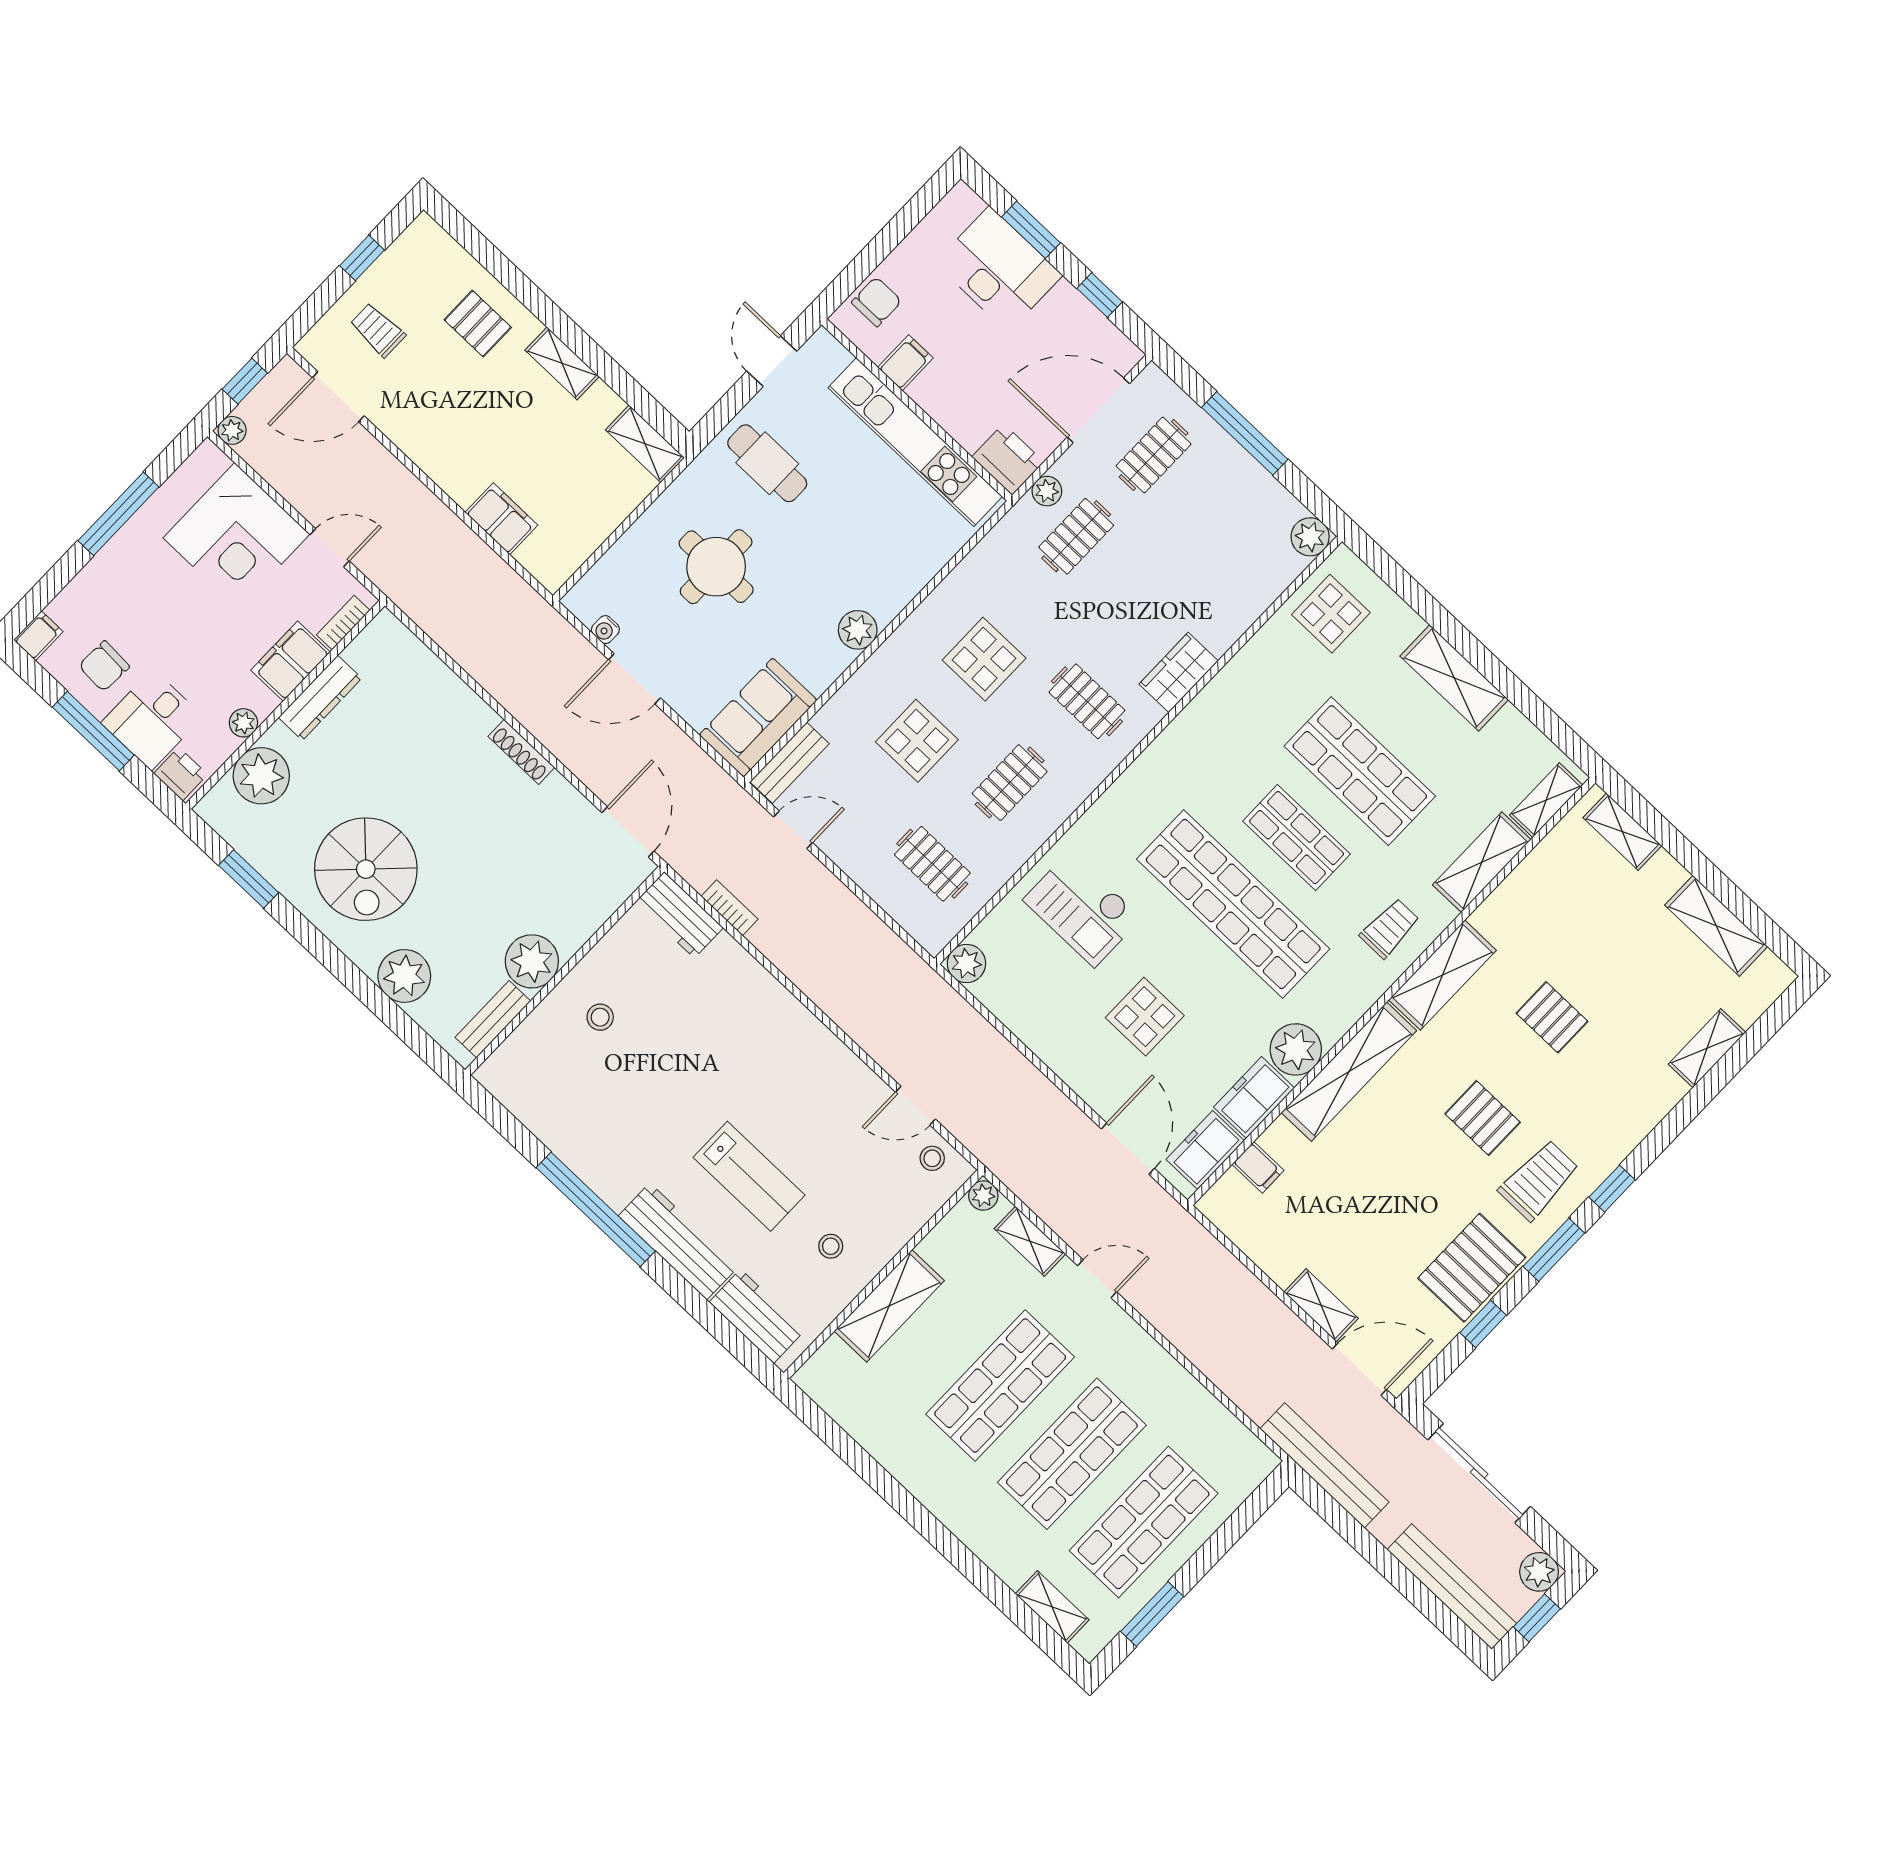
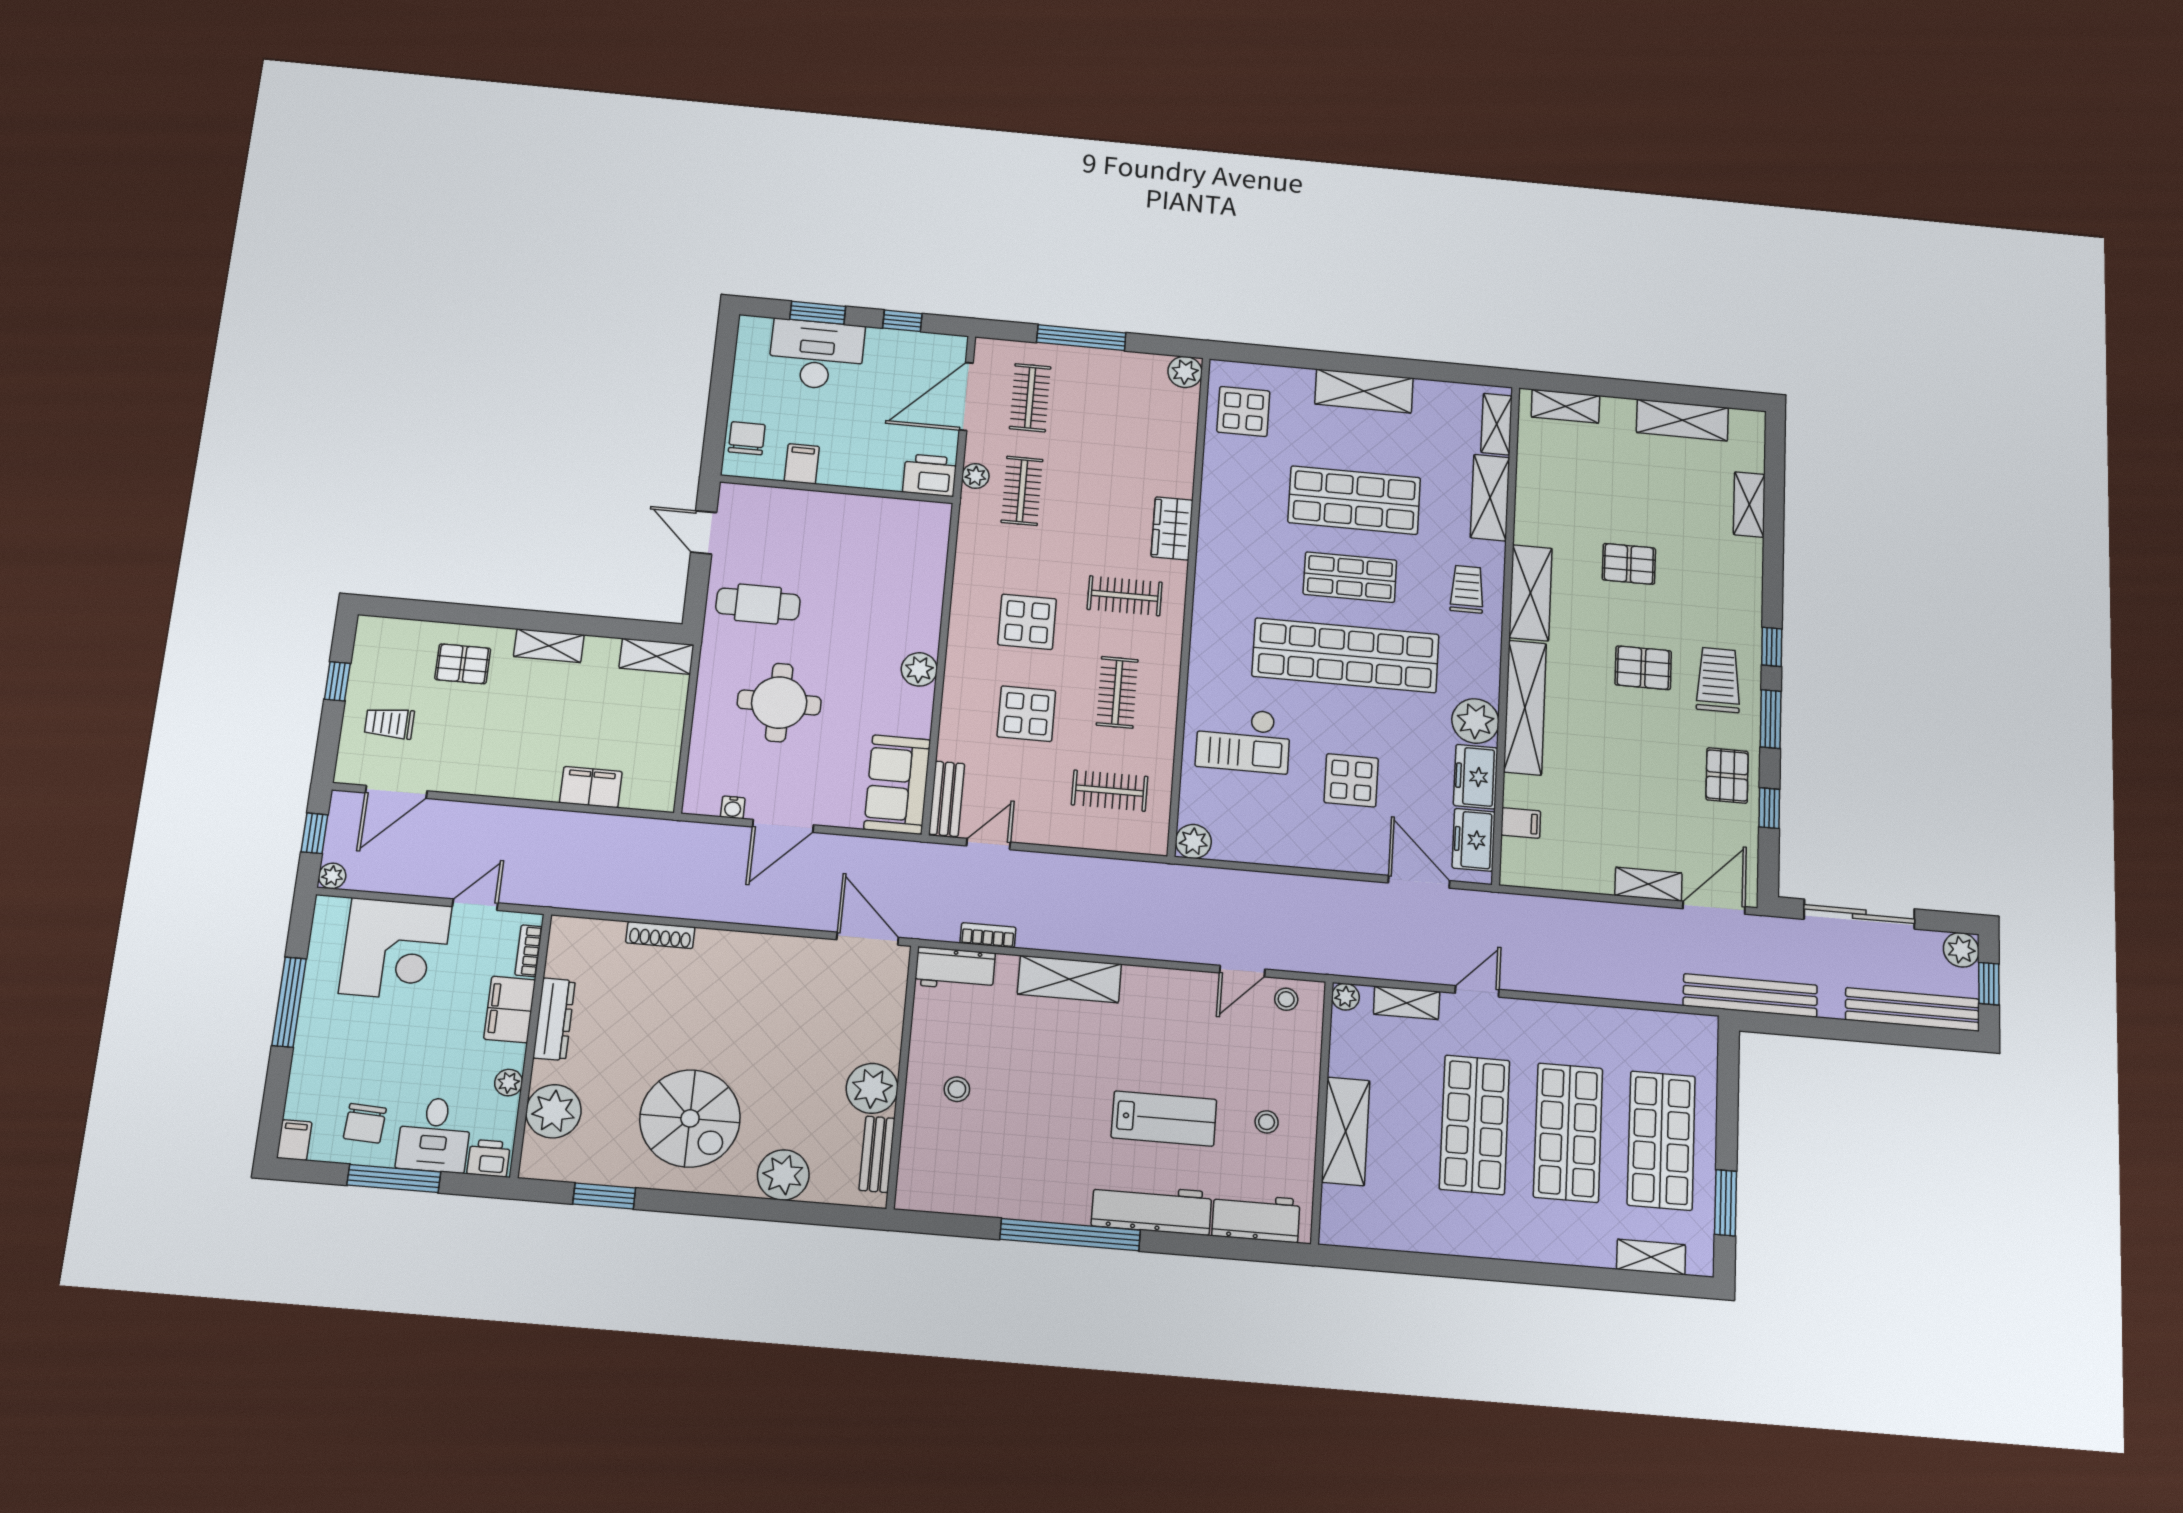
kitchen unit: (915, 442) -> (854, 512), removed
shoe rack: (521, 752) -> (660, 935), moved
shelving: (767, 998) -> (1069, 979), added
pallet: (1472, 1268) -> (1727, 776), width x0.67, depth x0.71

